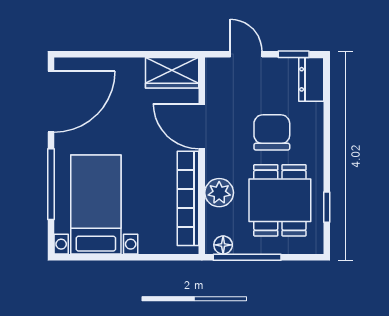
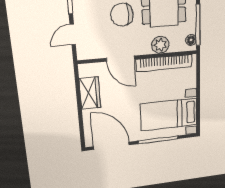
wardrobe: (172, 73) -> (90, 93), moved
door: (202, 126) -> (121, 59), hinge flipped

